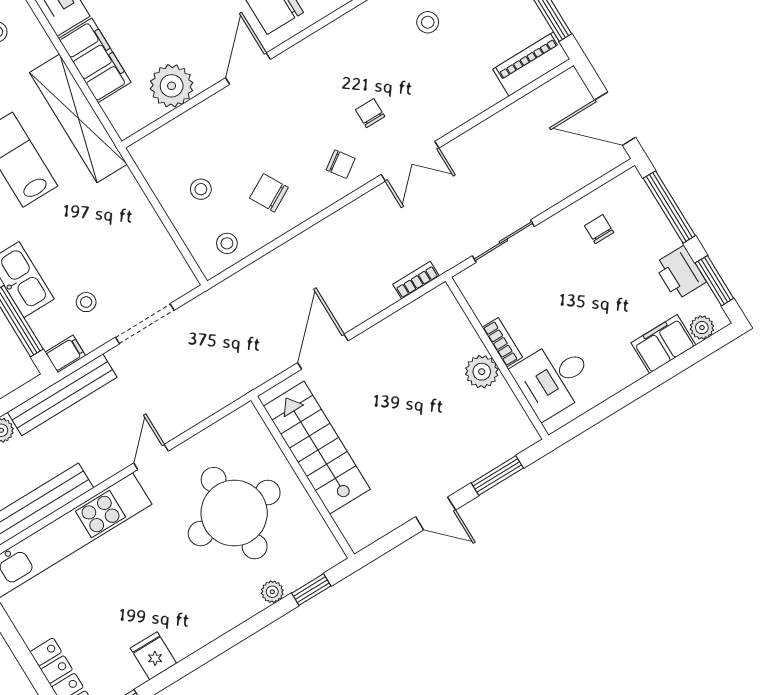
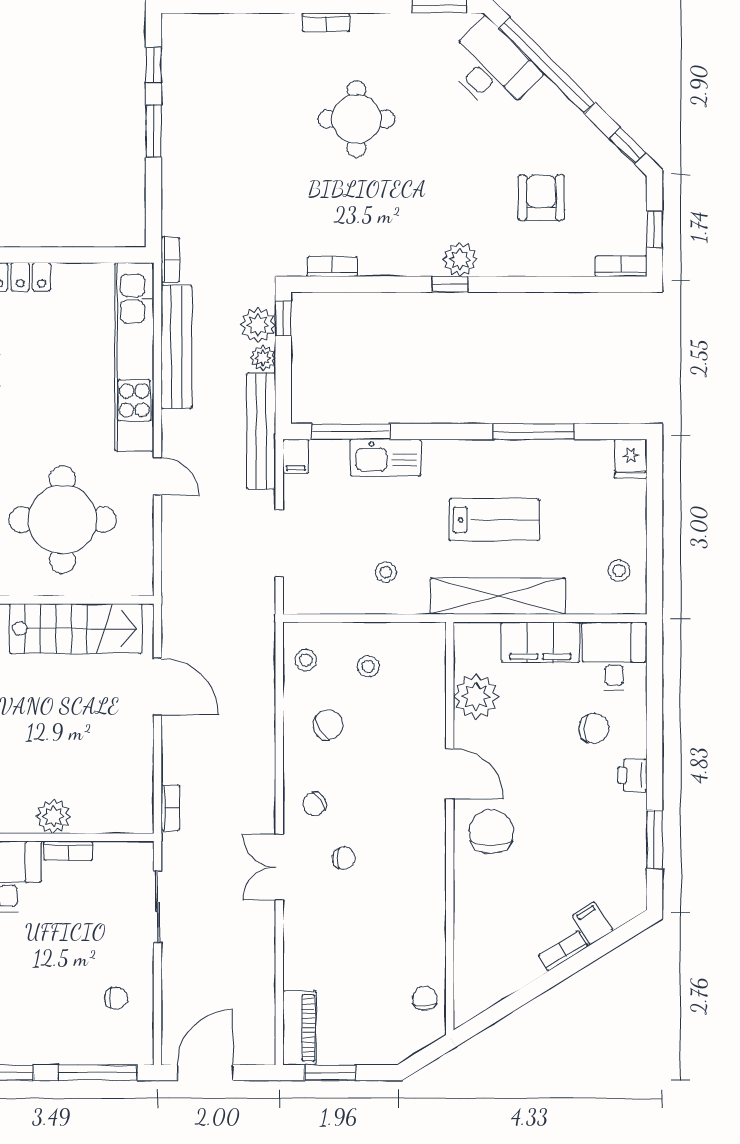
stool: (428, 22) -> (393, 959), removed
printer: (680, 273) -> (33, 1046), removed
stool: (86, 302) -> (386, 572), moved

